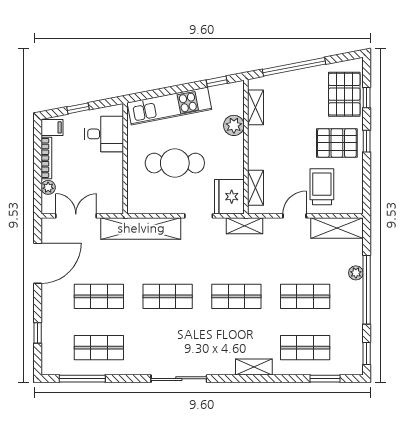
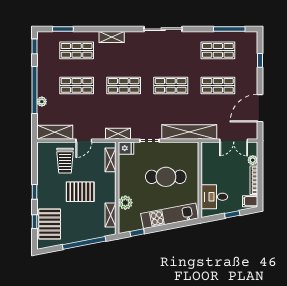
pallet: (337, 143) -> (80, 192), moved
fridge: (229, 197) -> (126, 148), width x0.53, depth x0.75

